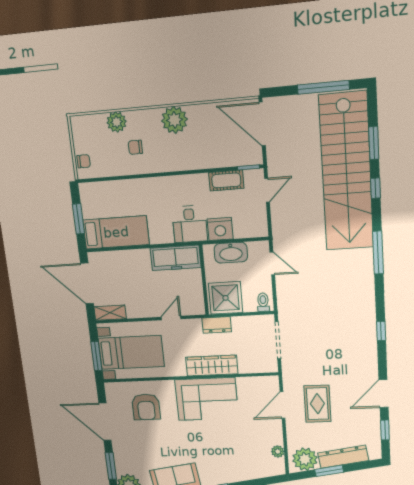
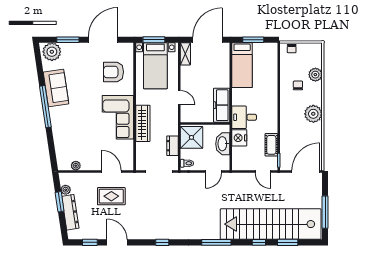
dresser: (217, 325) -> (172, 146), moved
plant: (305, 459) -> (66, 190), width x0.53, depth x0.53

